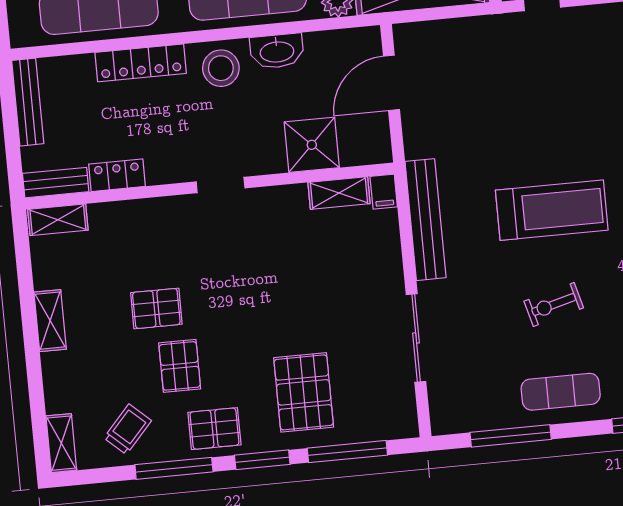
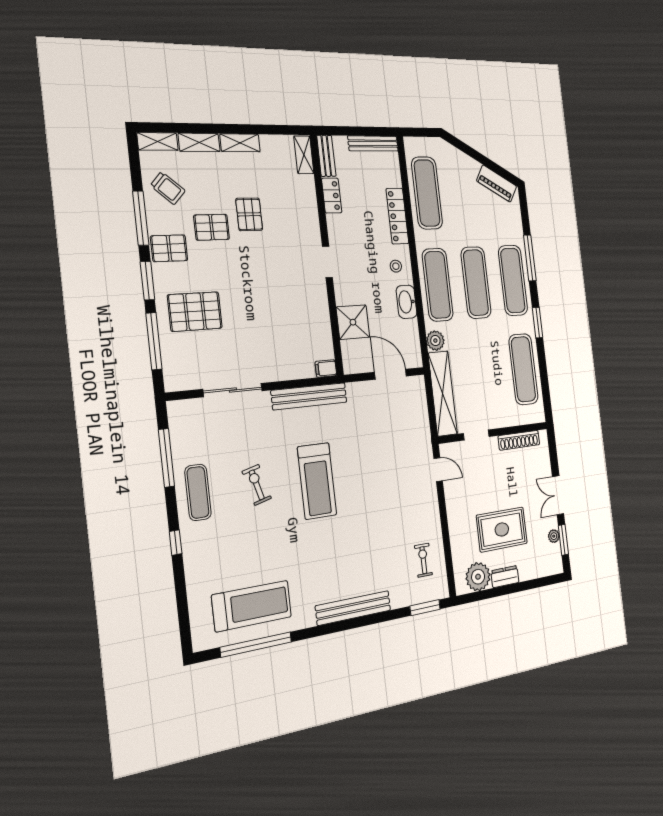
stool: (221, 68) -> (396, 266), width x0.53, depth x0.53
shelving: (339, 193) -> (199, 142), moved, turned 90
pallet: (214, 429) -> (169, 248), turned 90

